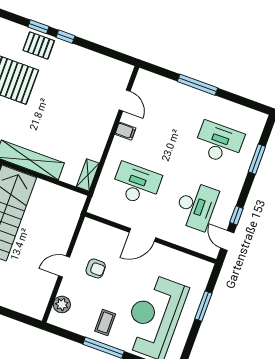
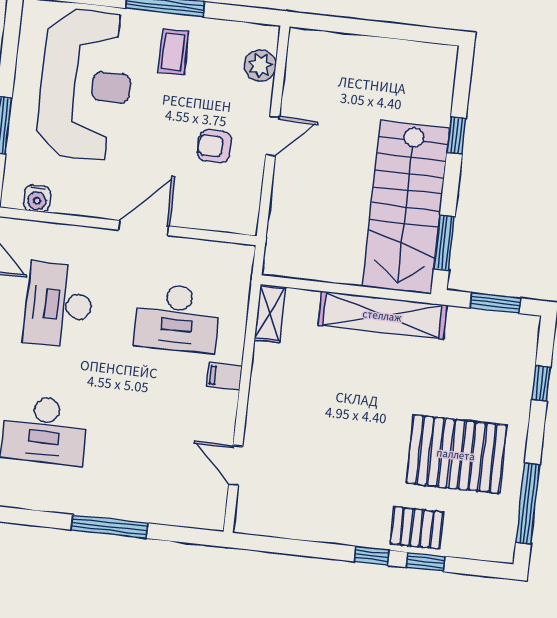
filing cabinet: (125, 131) -> (224, 376), moved
water cooler: (194, 264) -> (37, 199), added

